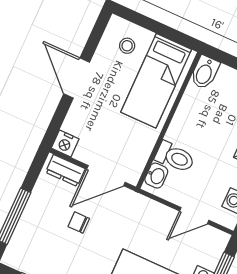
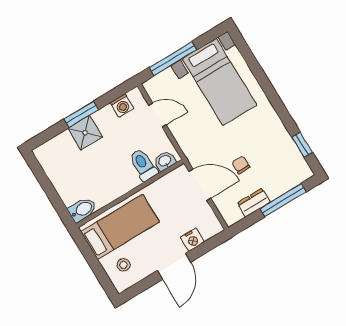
nightstand: (65, 144) -> (192, 240), moved, turned 90
dresser: (65, 170) -> (254, 203), moved, turned -90
chair: (79, 223) -> (241, 165), turned 180

